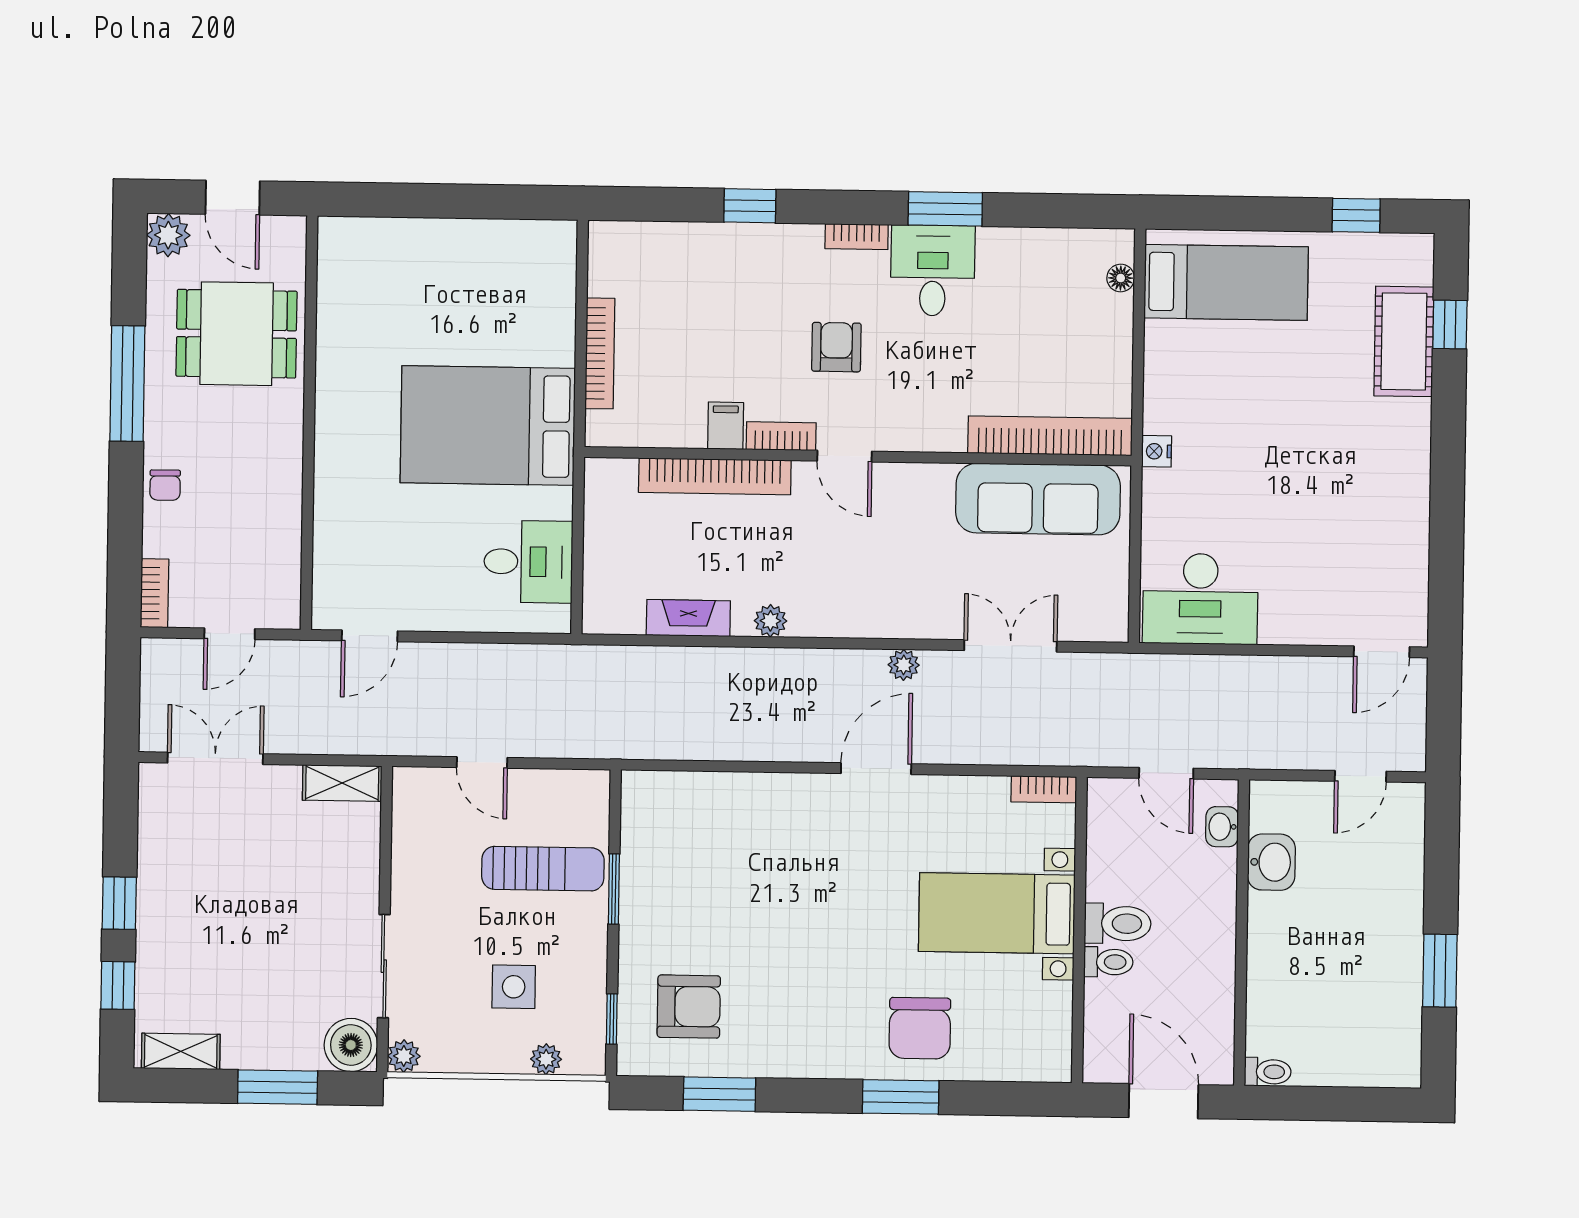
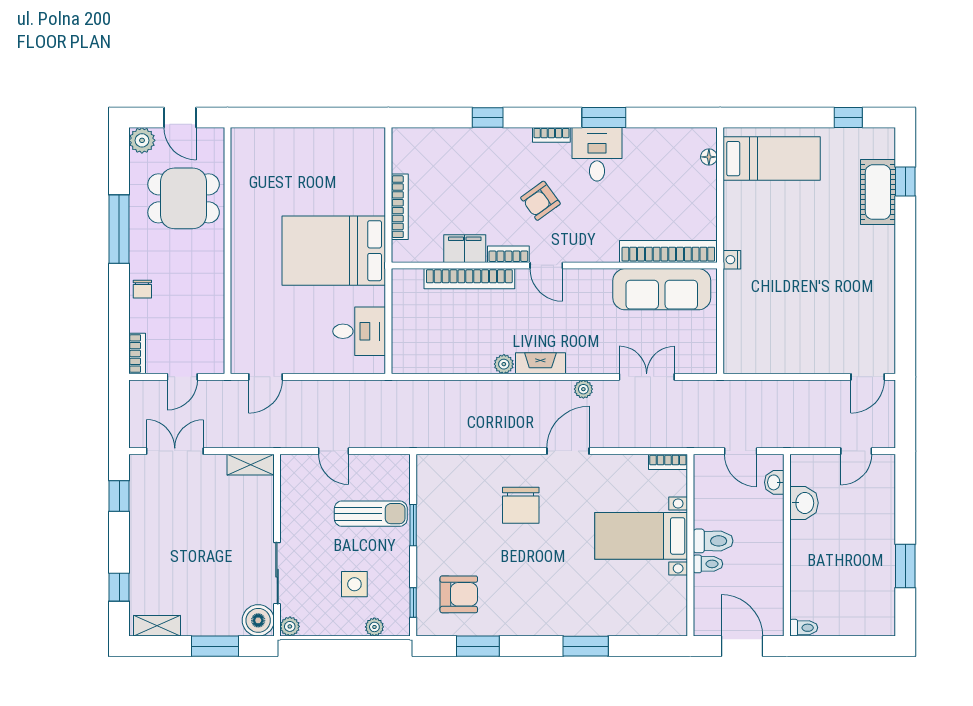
armchair: (836, 347) -> (540, 201), turned -126
filing cabinet: (726, 426) -> (465, 249), width x2.00
desk: (1200, 599) -> (759, 347), removed
fireplace: (688, 618) -> (540, 363), moved
window: (119, 903) -> (119, 496), moved
chair: (920, 1028) -> (521, 505), moved

